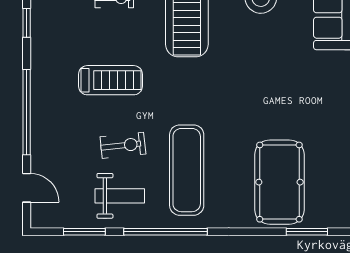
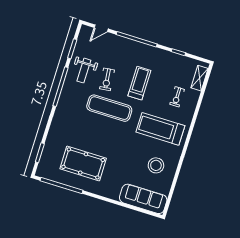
treadmill: (110, 80) -> (139, 83), turned 180
exercise mat: (187, 170) -> (109, 108), moved
pool table: (279, 182) -> (83, 163), moved

